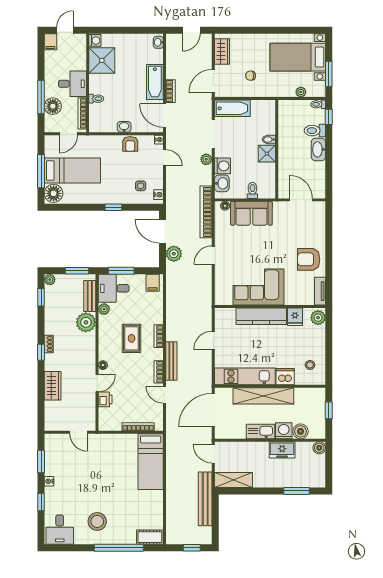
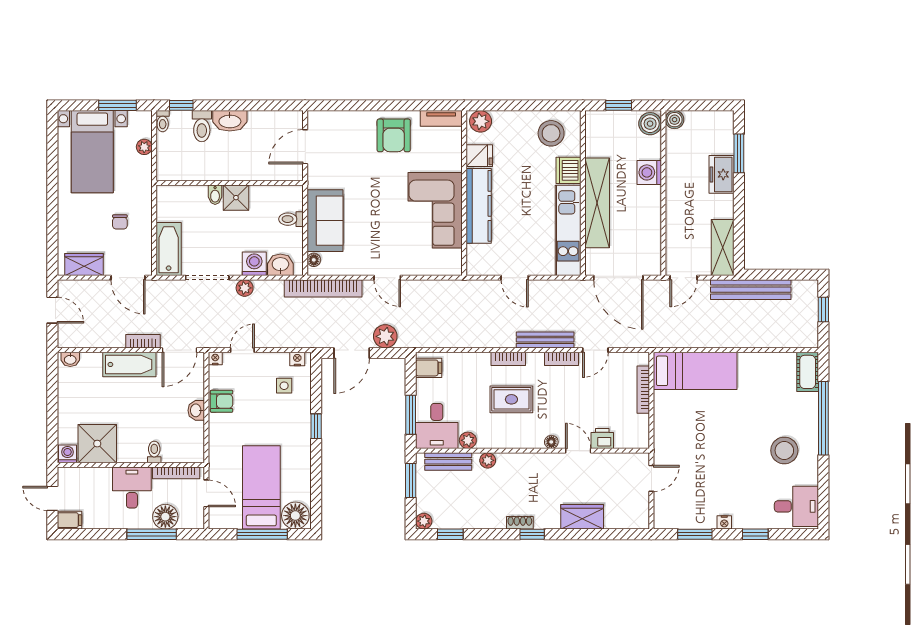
plant: (86, 322) -> (488, 460), width x0.53, depth x0.53
stool: (310, 365) -> (551, 133), width x1.89, depth x1.89
boiler: (300, 431) -> (650, 124), moved
kitchen sink: (261, 432) -> (650, 207), removed
freezer: (282, 450) -> (722, 174), moved, turned 180

